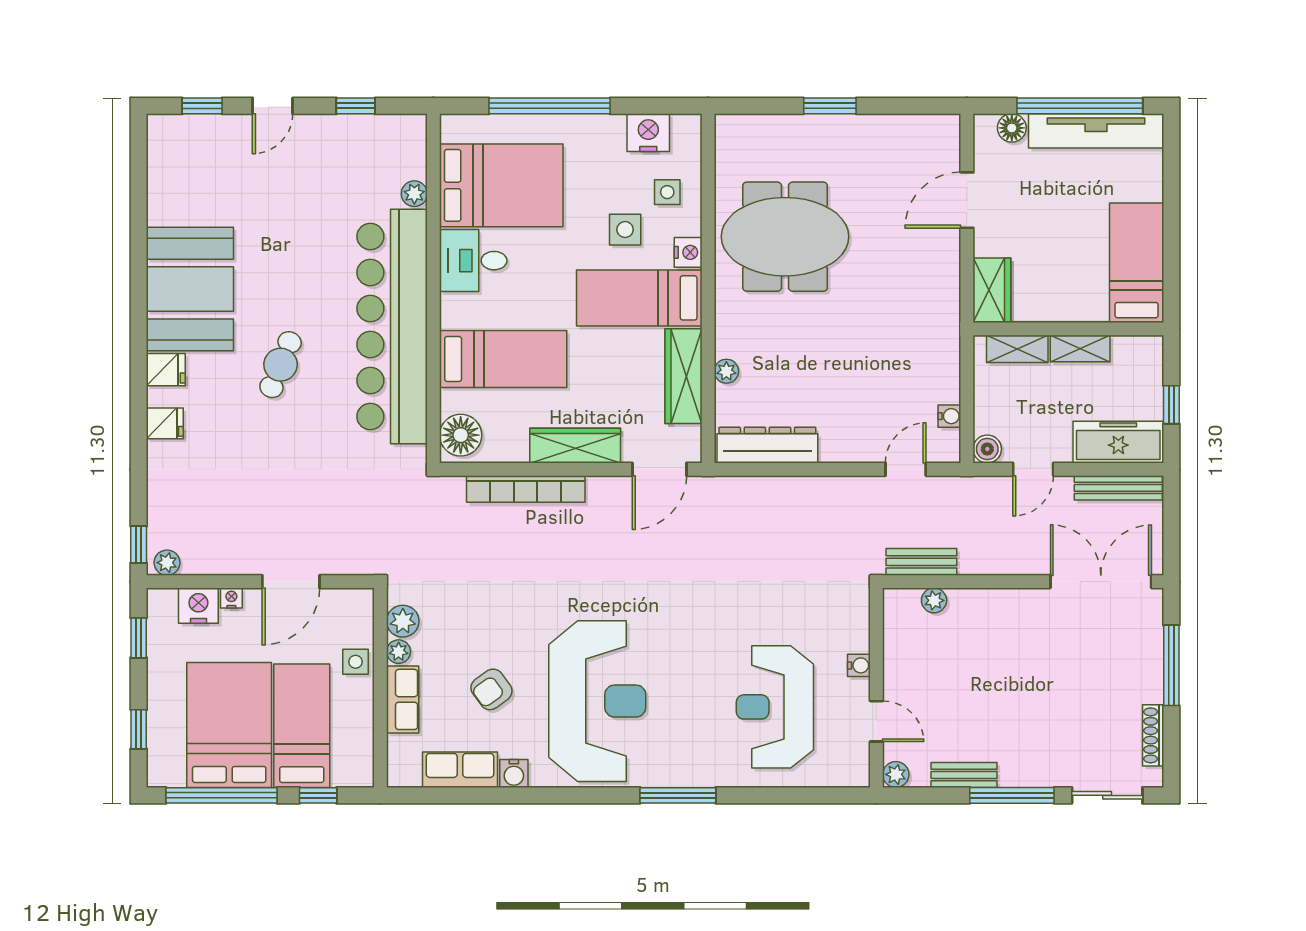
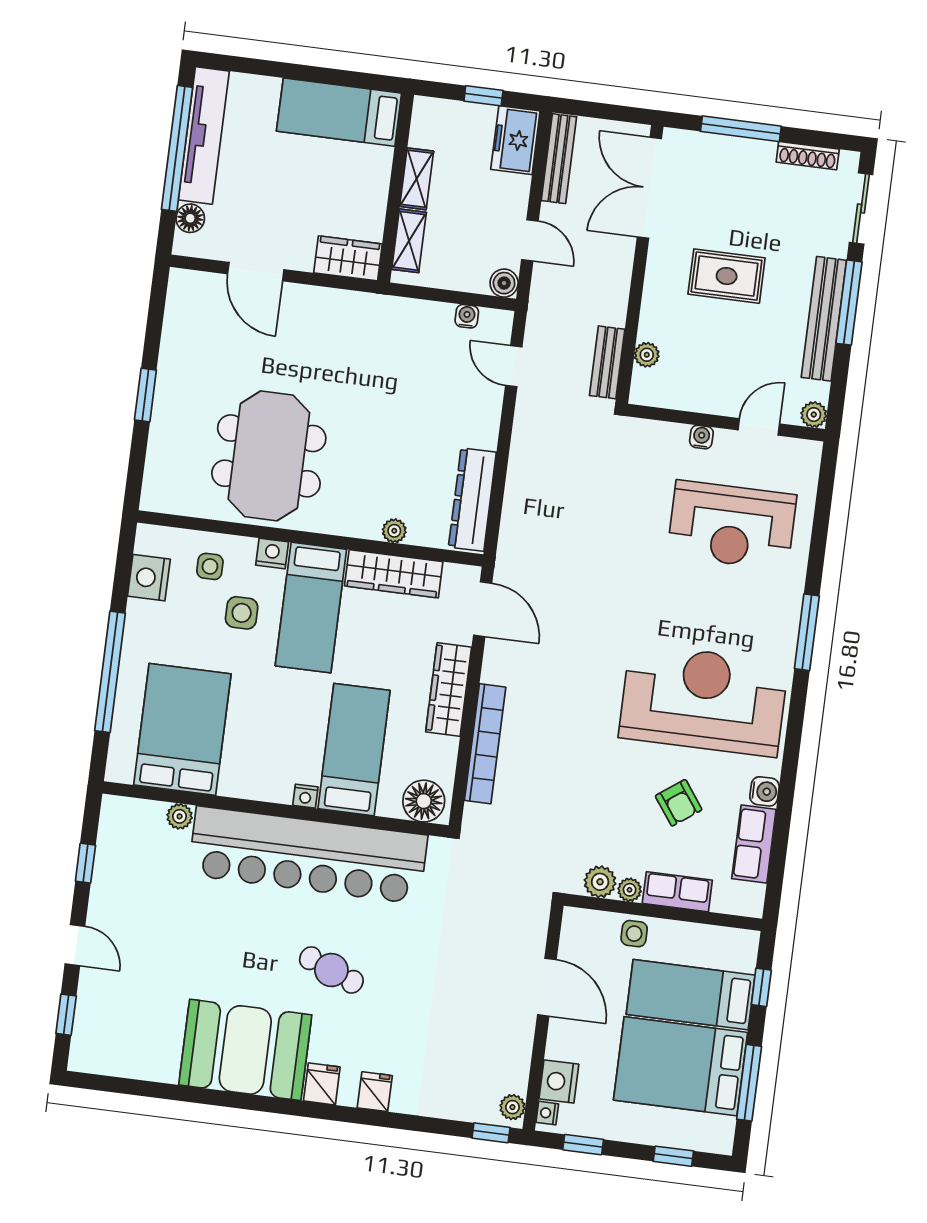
desk: (473, 261) -> (253, 767), removed
nightstand: (451, 316) -> (305, 796), added
freezer: (1118, 442) -> (515, 140), width x0.71
nightstand: (231, 598) -> (547, 1113), moved
rug: (1023, 670) -> (727, 276), added
bench: (964, 775) -> (824, 319), width x1.86, depth x1.21
window: (221, 795) -> (749, 1083), width x0.68

